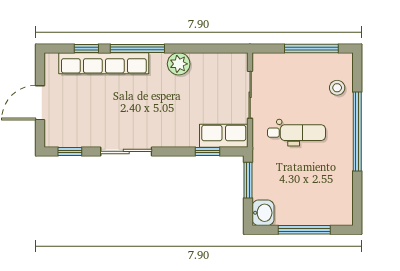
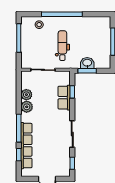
plant: (202, 63) -> (26, 95), added
row of seats: (224, 136) -> (64, 98), moved
washbasin: (263, 213) -> (87, 63), moved

